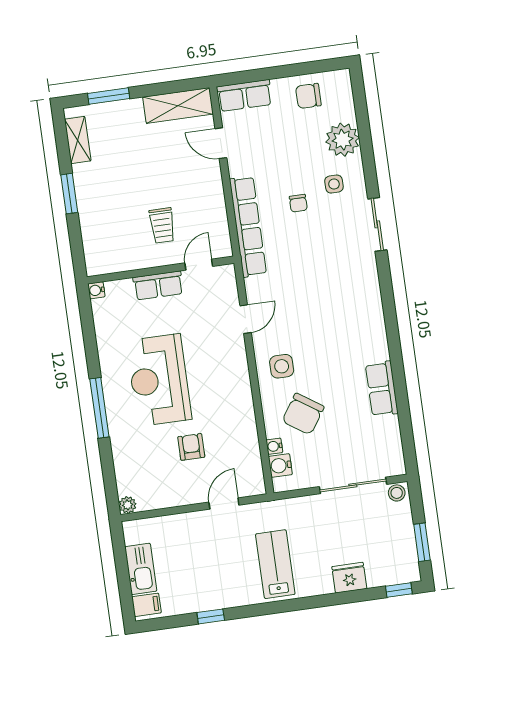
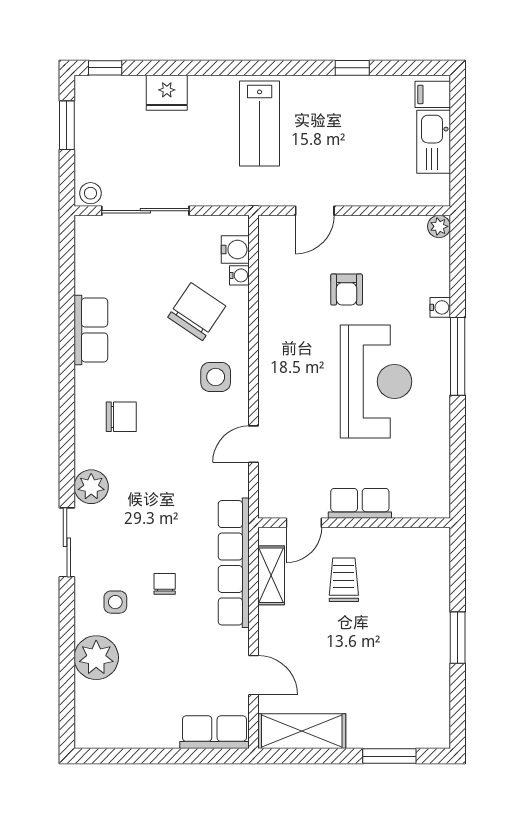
chair: (308, 96) -> (121, 417), moved
shelving: (78, 140) -> (271, 575), moved
plant: (365, 269) -> (91, 487), added
water cooler: (96, 290) -> (440, 307), moved

